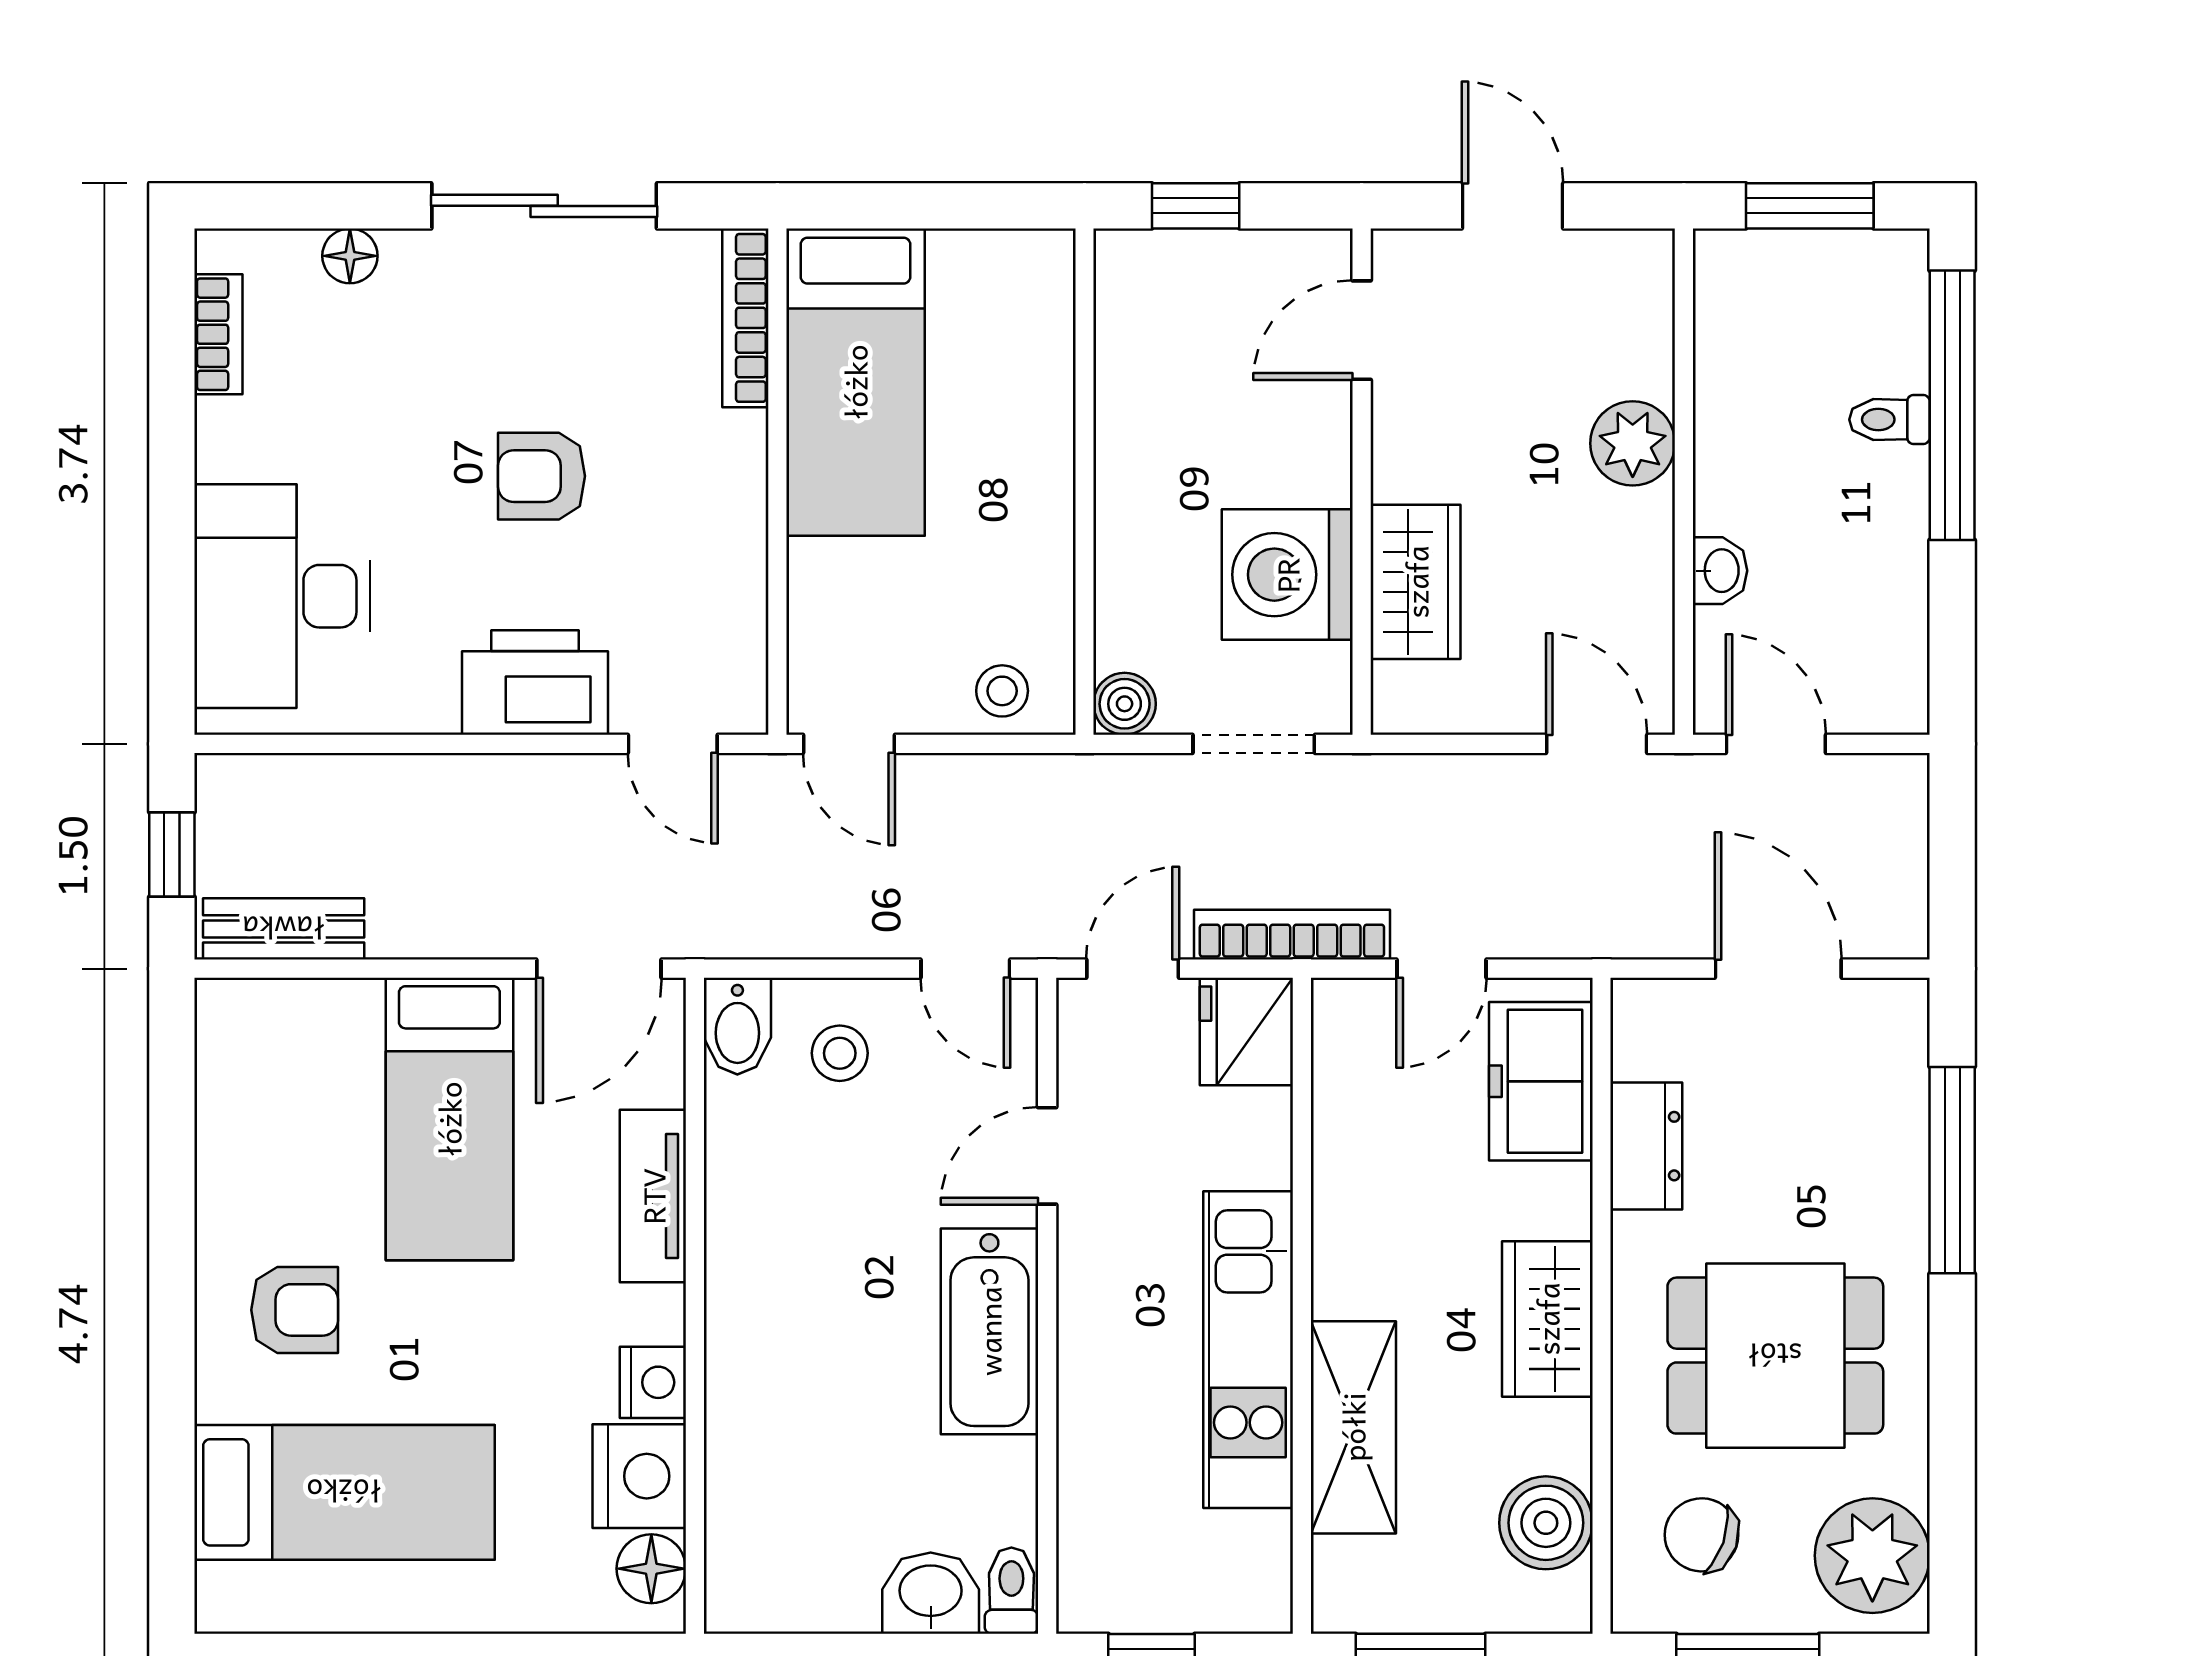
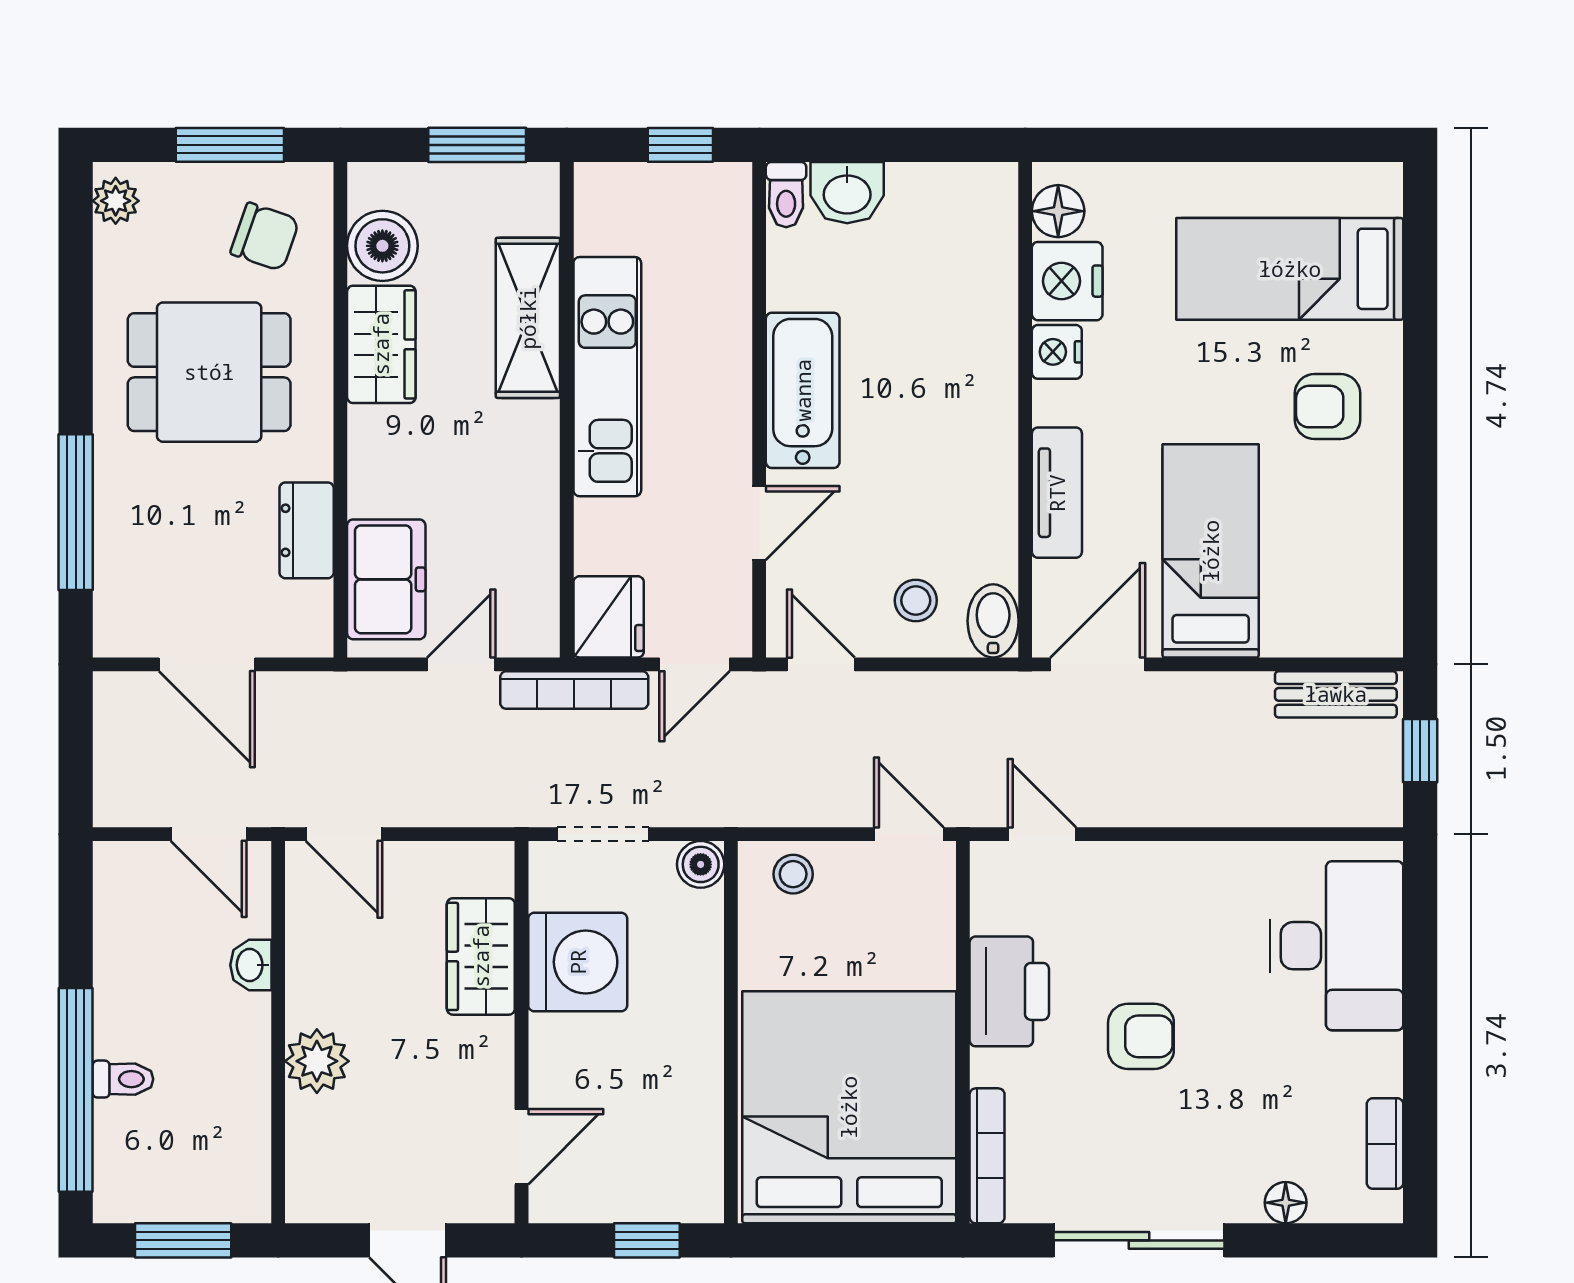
bed: (855, 382) -> (849, 1107), width x2.04
printer: (535, 683) -> (1009, 991), moved, turned -90
wardrobe: (1547, 1319) -> (381, 344), moved
plant: (1872, 1556) -> (116, 201), width x0.53, depth x0.53

